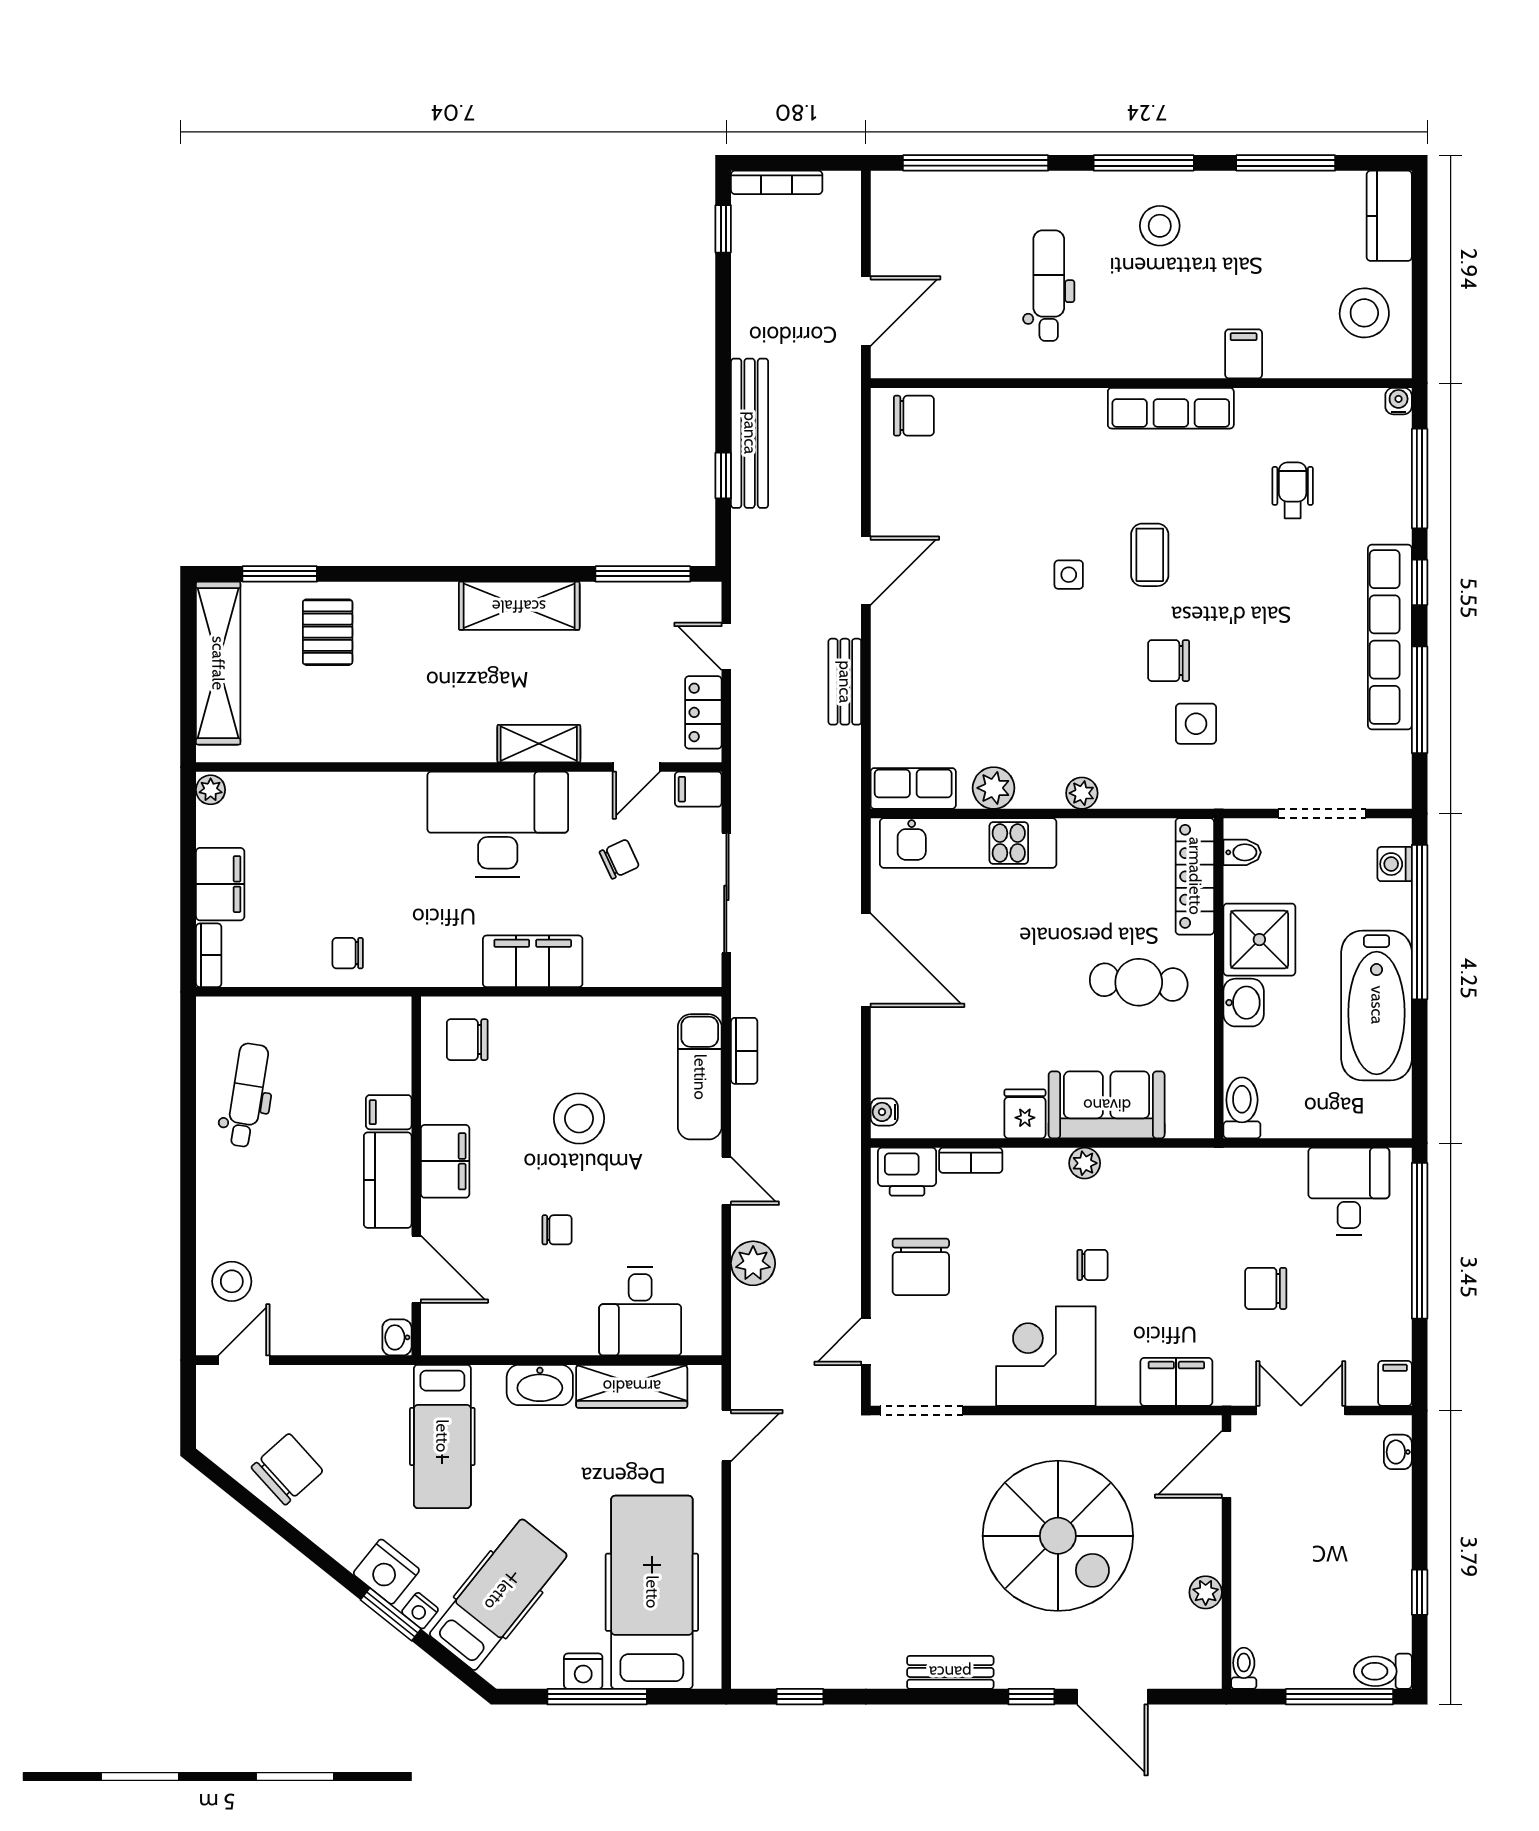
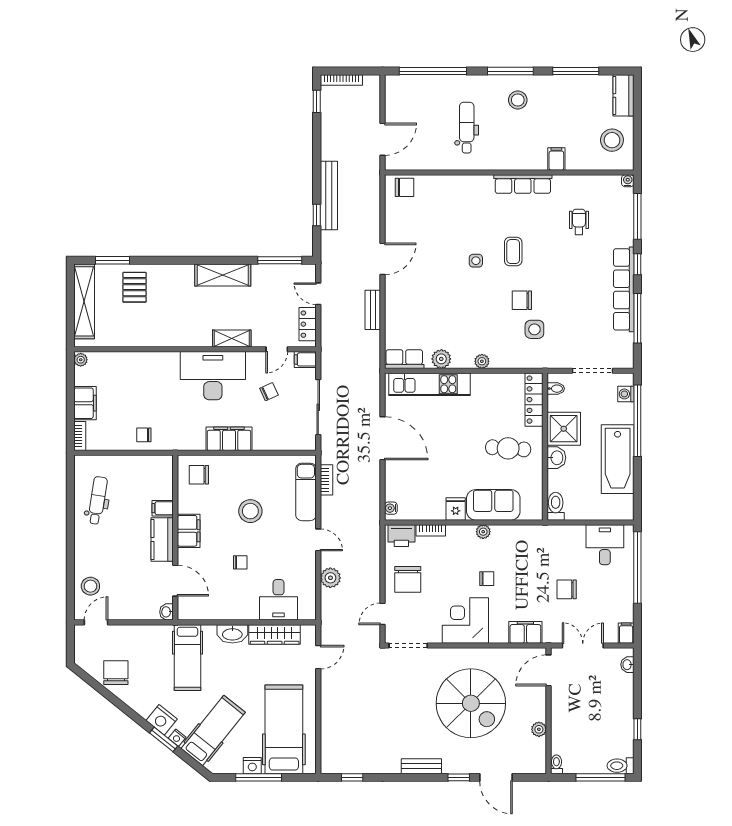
chair: (287, 1469) -> (116, 673), turned -48

